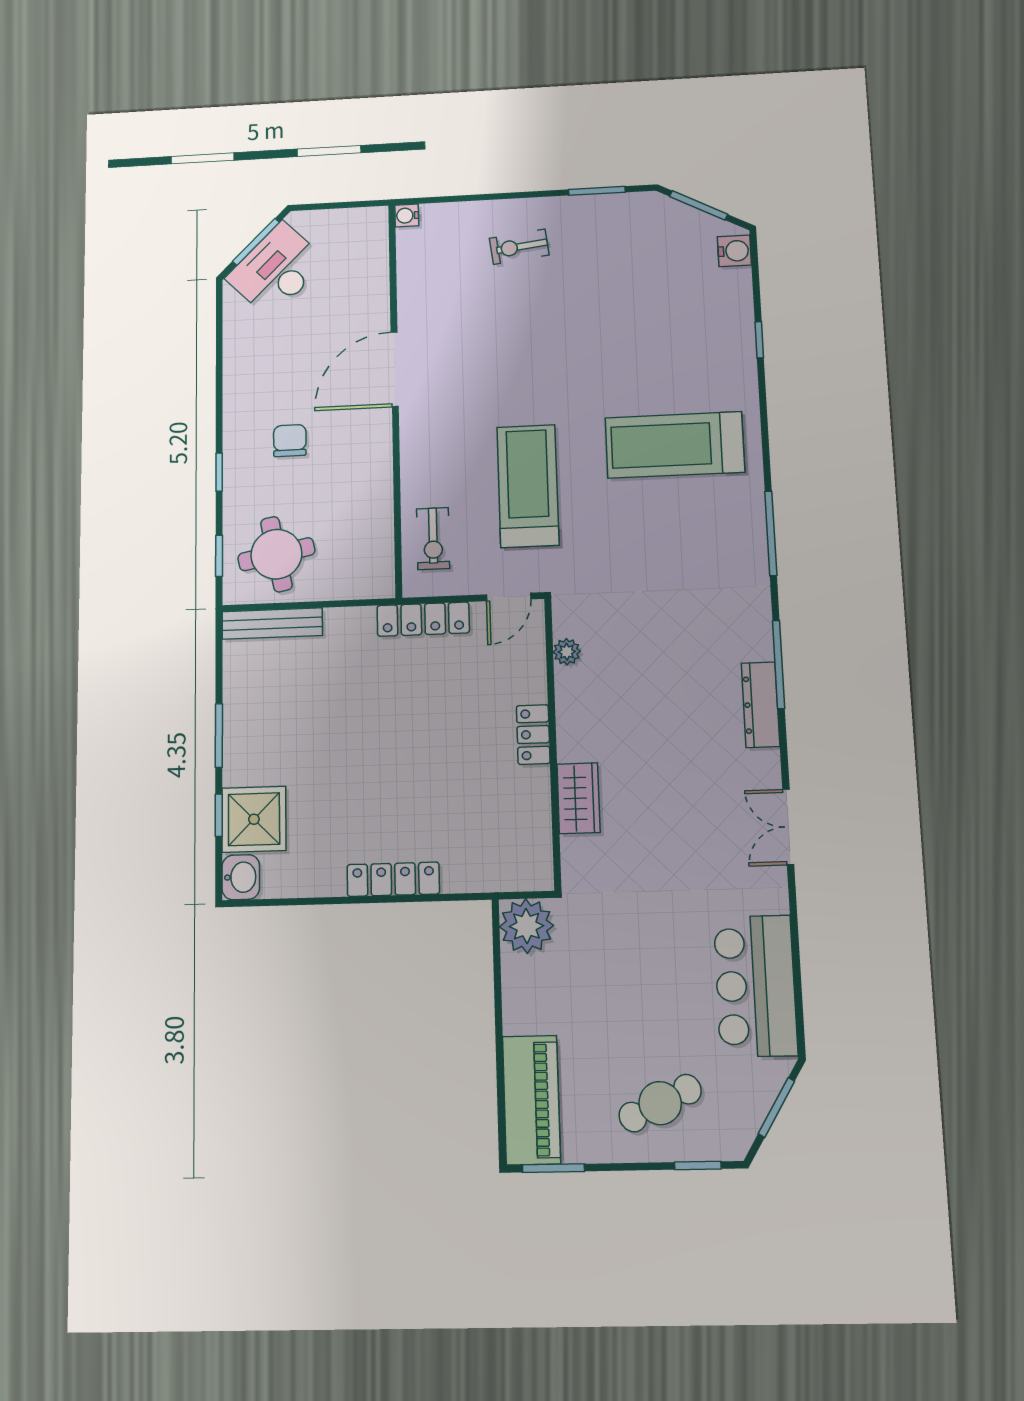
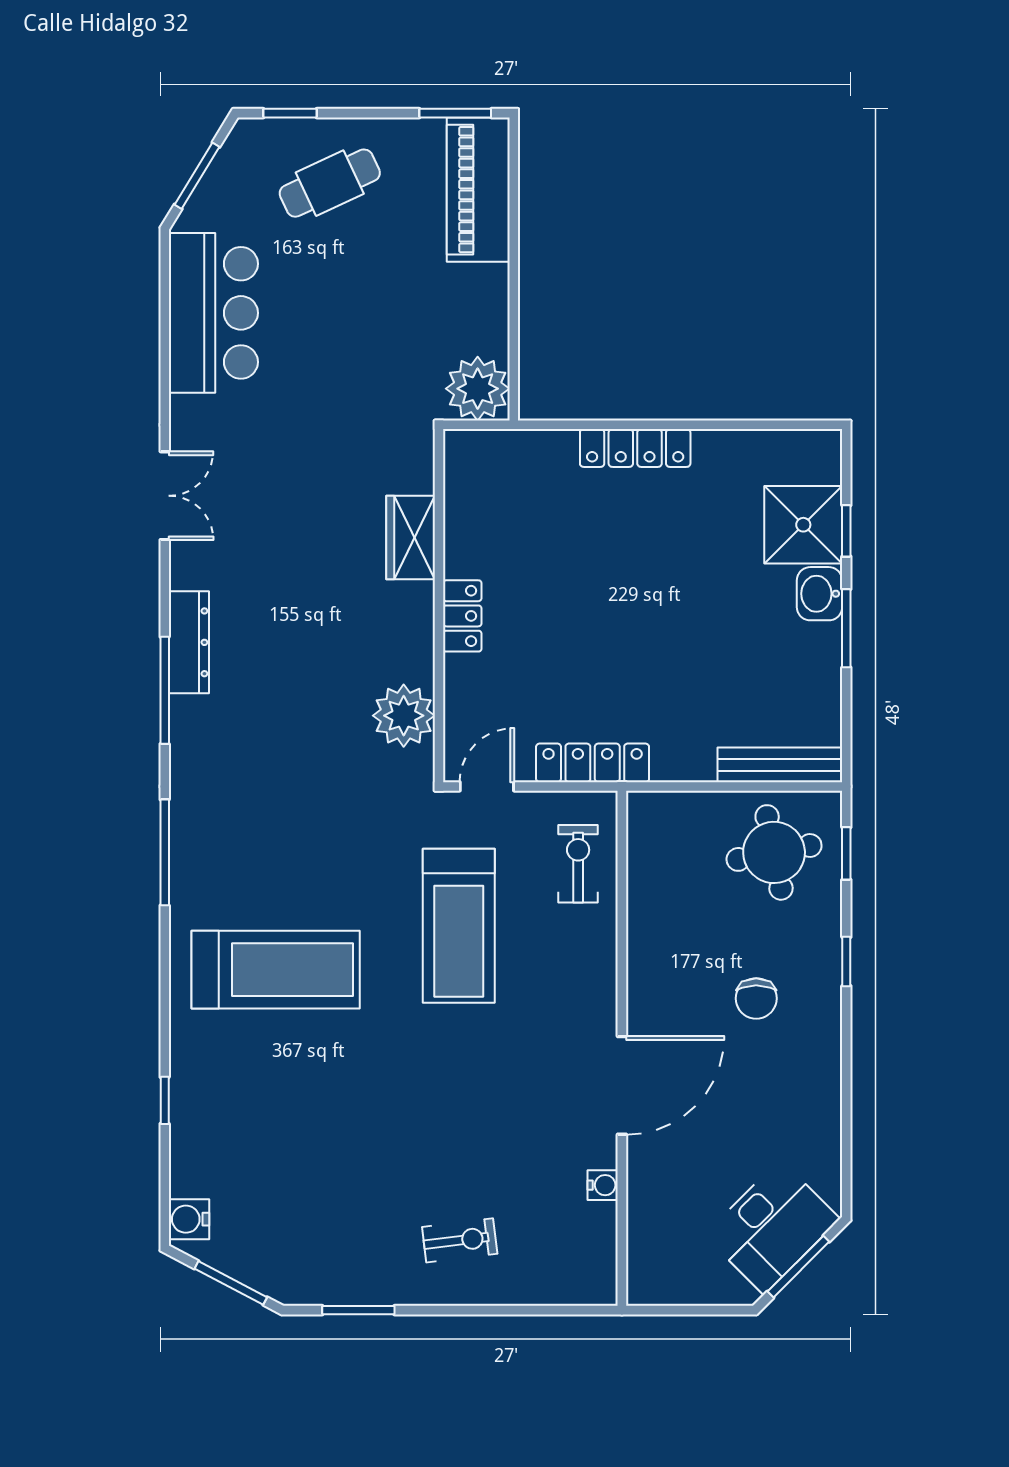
water cooler: (407, 216) -> (603, 1185), moved
plant: (567, 652) -> (404, 716), width x1.88, depth x1.88
washbasin: (241, 877) -> (820, 594), moved

